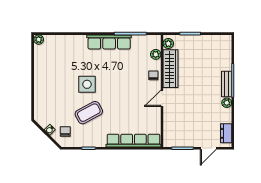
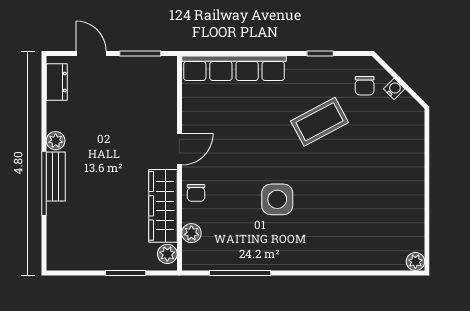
row of seats: (109, 42) -> (281, 257), removed
side table: (87, 84) -> (277, 199), moved
door: (208, 148) -> (91, 53), hinge flipped

